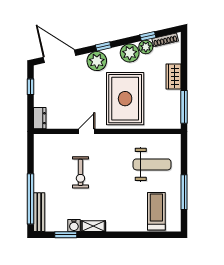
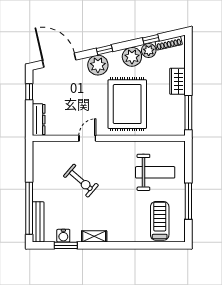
dresser: (40, 118) -> (39, 120), width x1.44
exercise bike: (80, 172) -> (81, 181), turned -49
water cooler: (74, 225) -> (63, 236), moved

